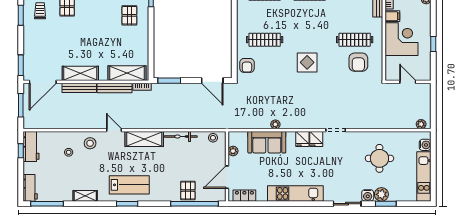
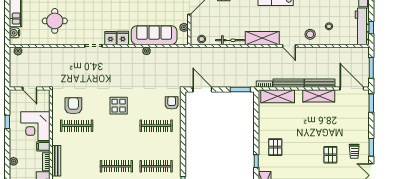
door: (43, 82) -> (352, 88), hinge flipped
sofa: (267, 142) -> (154, 35), width x1.36
workbench: (31, 146) -> (362, 26), width x1.38

